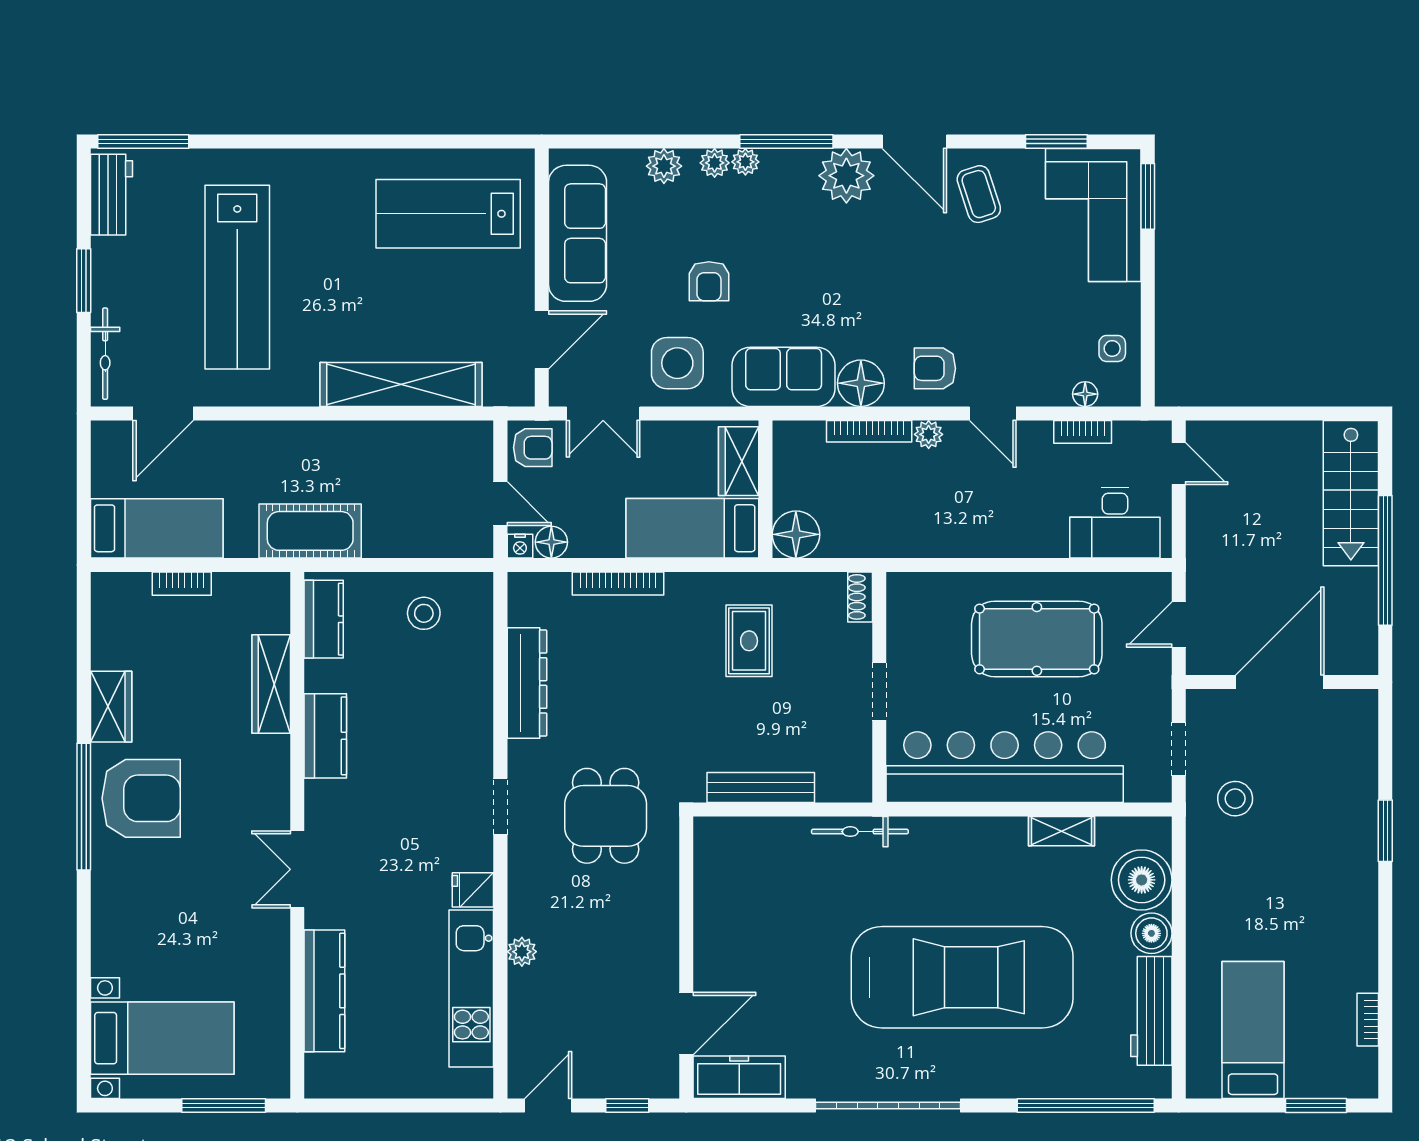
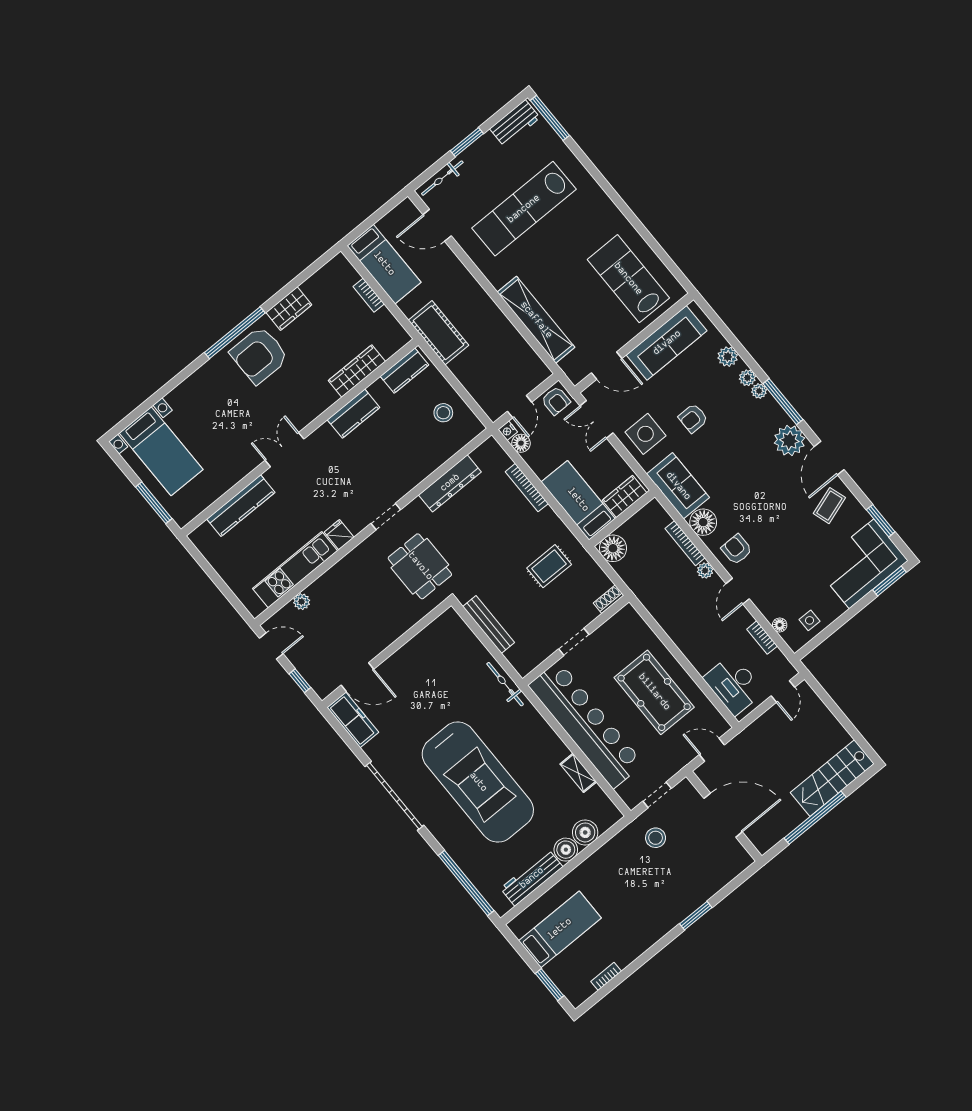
armchair: (141, 798) -> (259, 355), turned 90
dining table: (606, 816) -> (420, 566), turned 90
boiler: (1142, 880) -> (585, 832), width x0.73, depth x0.73
plant: (522, 952) -> (302, 602), moved

